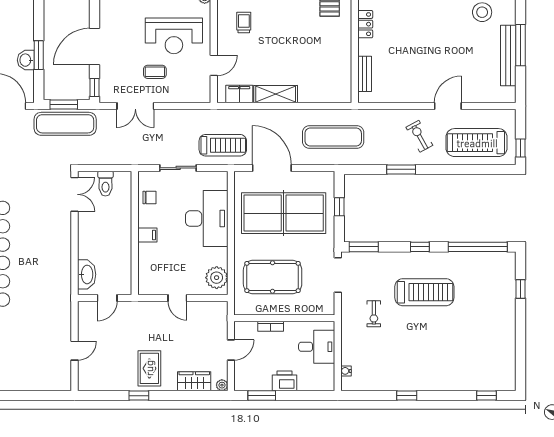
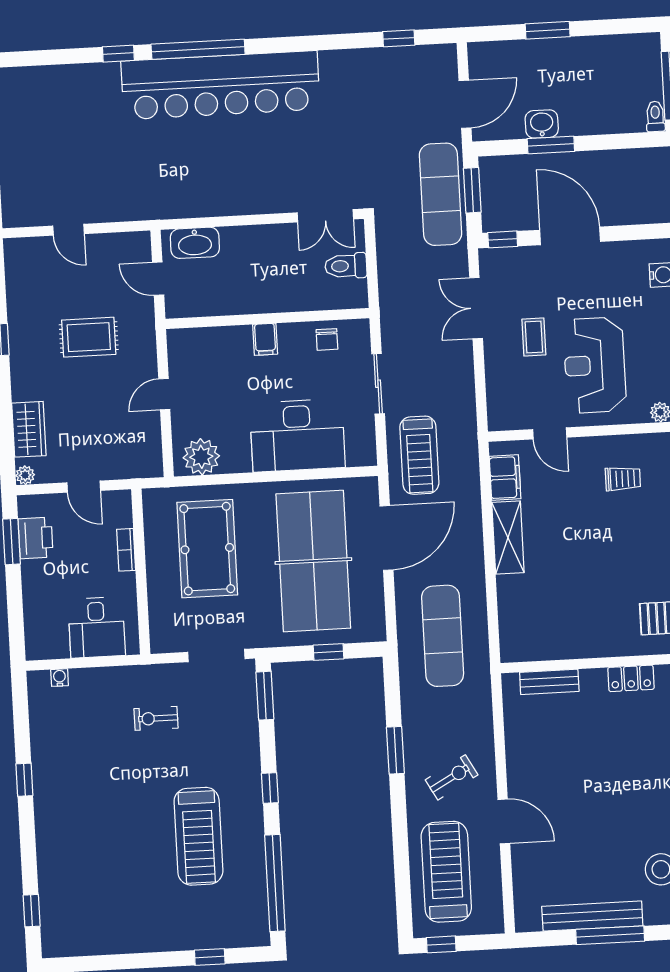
treadmill: (424, 292) -> (198, 836), moved
rug: (149, 368) -> (89, 337), moved
printer: (285, 381) -> (36, 538), moved

